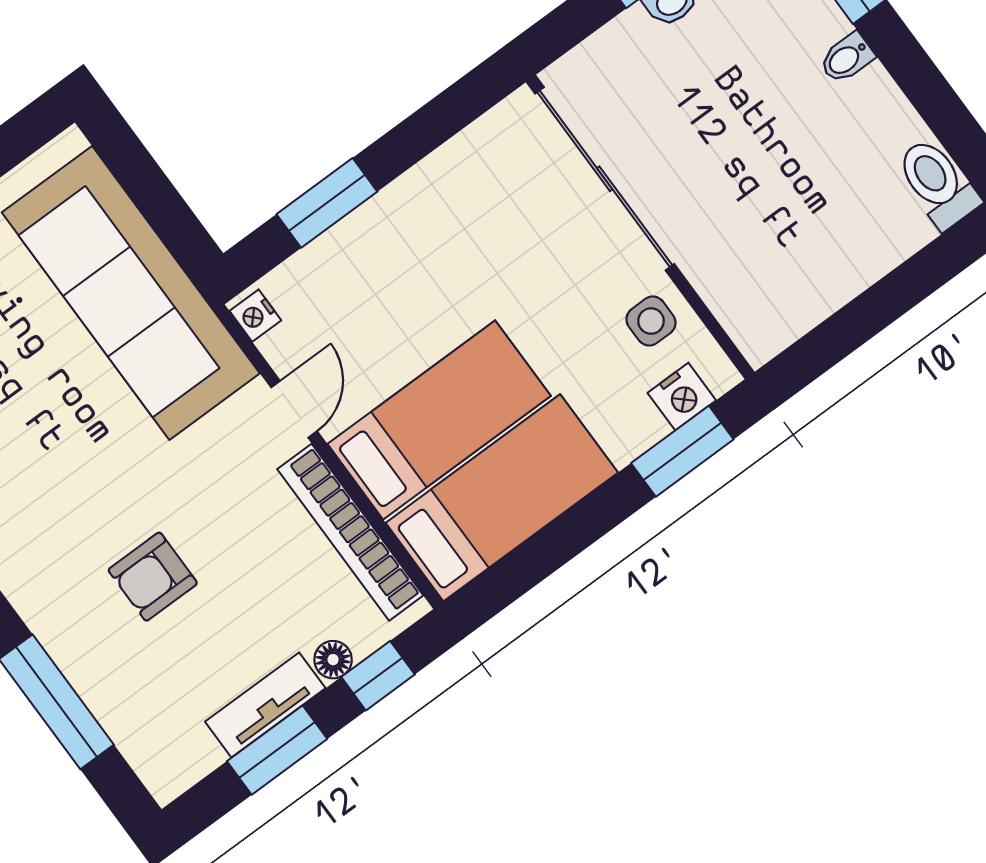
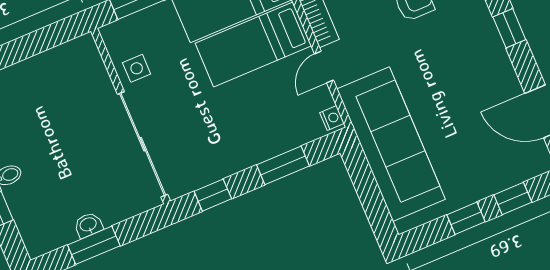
window: (447, 114) -> (213, 195), added
nightstand: (682, 397) -> (130, 27), removed

